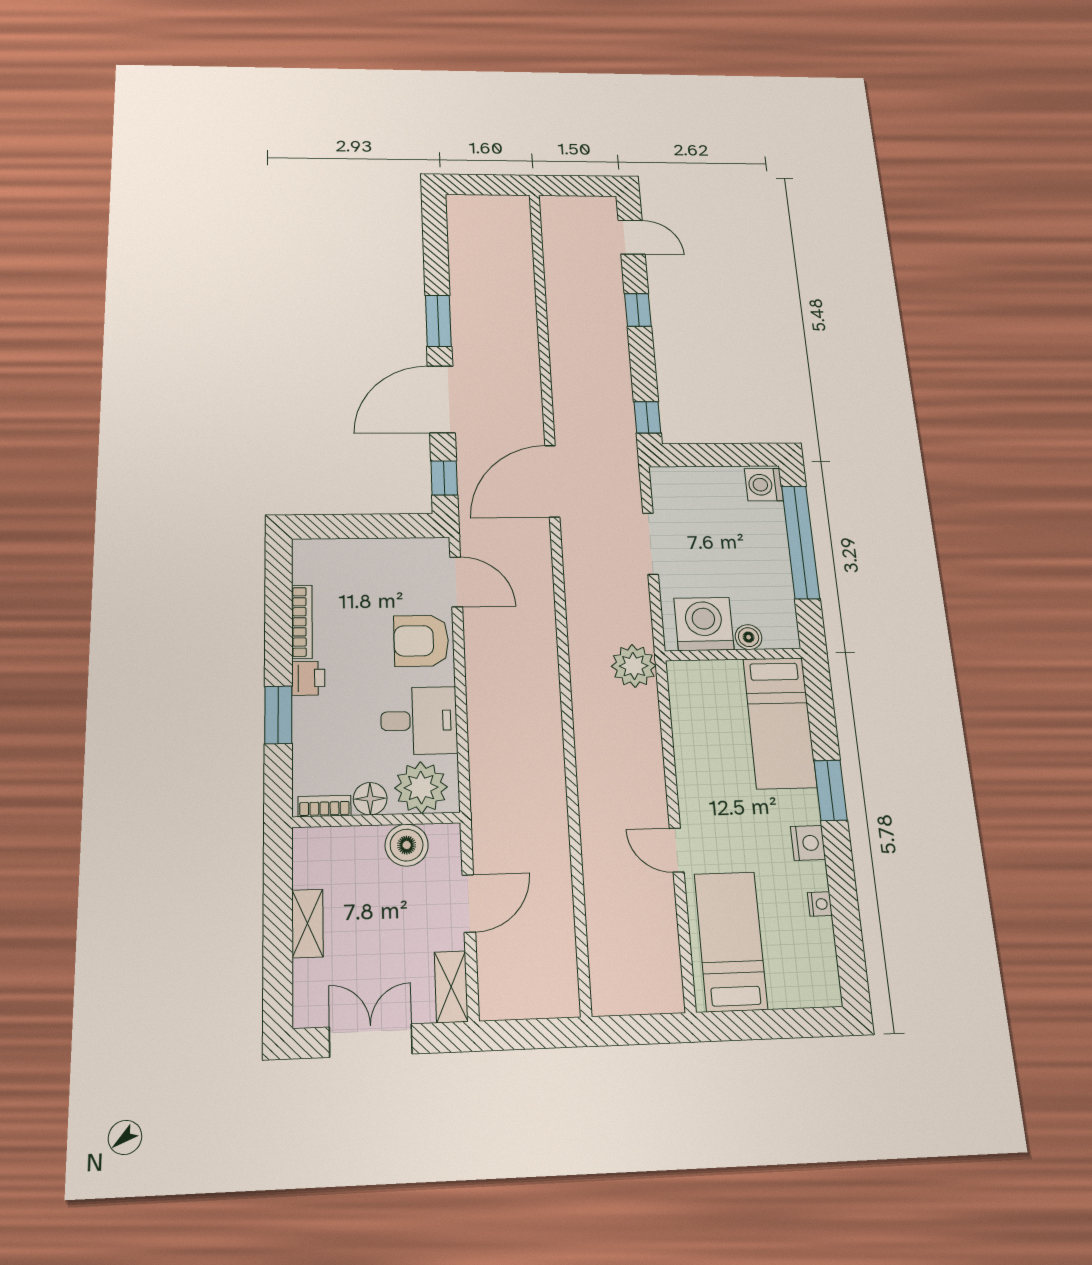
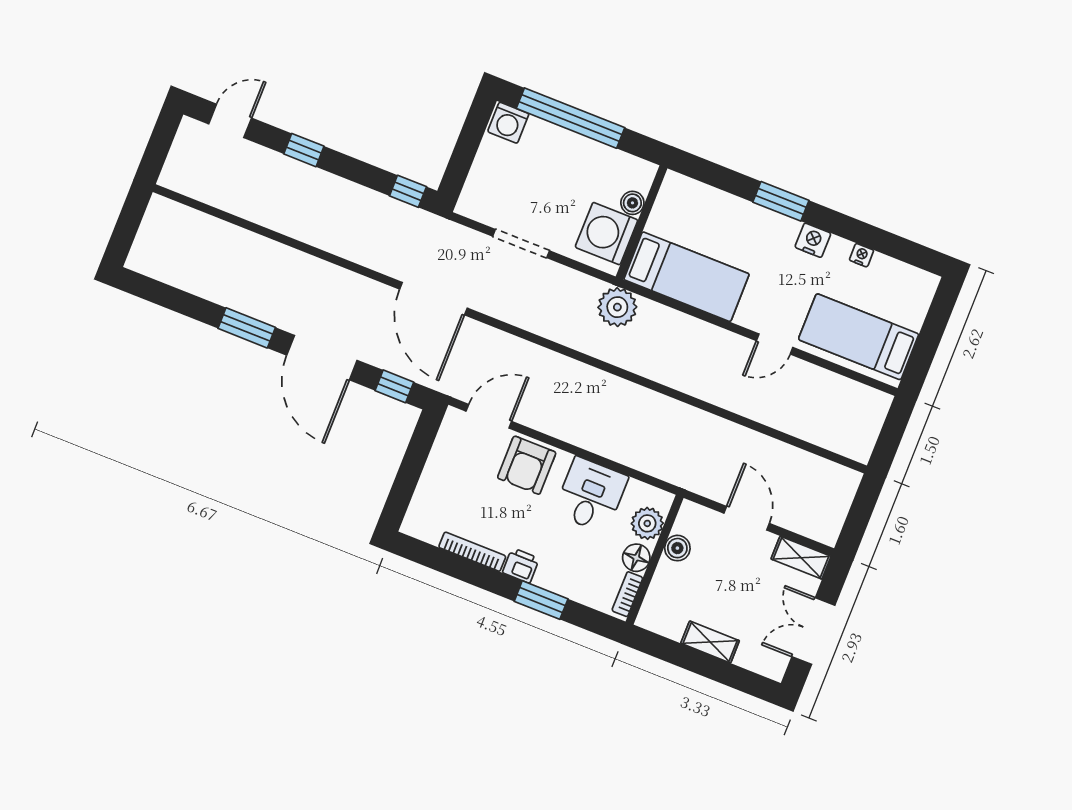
bed: (780, 723) -> (686, 277), moved
plant: (421, 787) -> (647, 523), width x0.73, depth x0.73
boiler: (407, 845) -> (677, 548), width x0.73, depth x0.73

